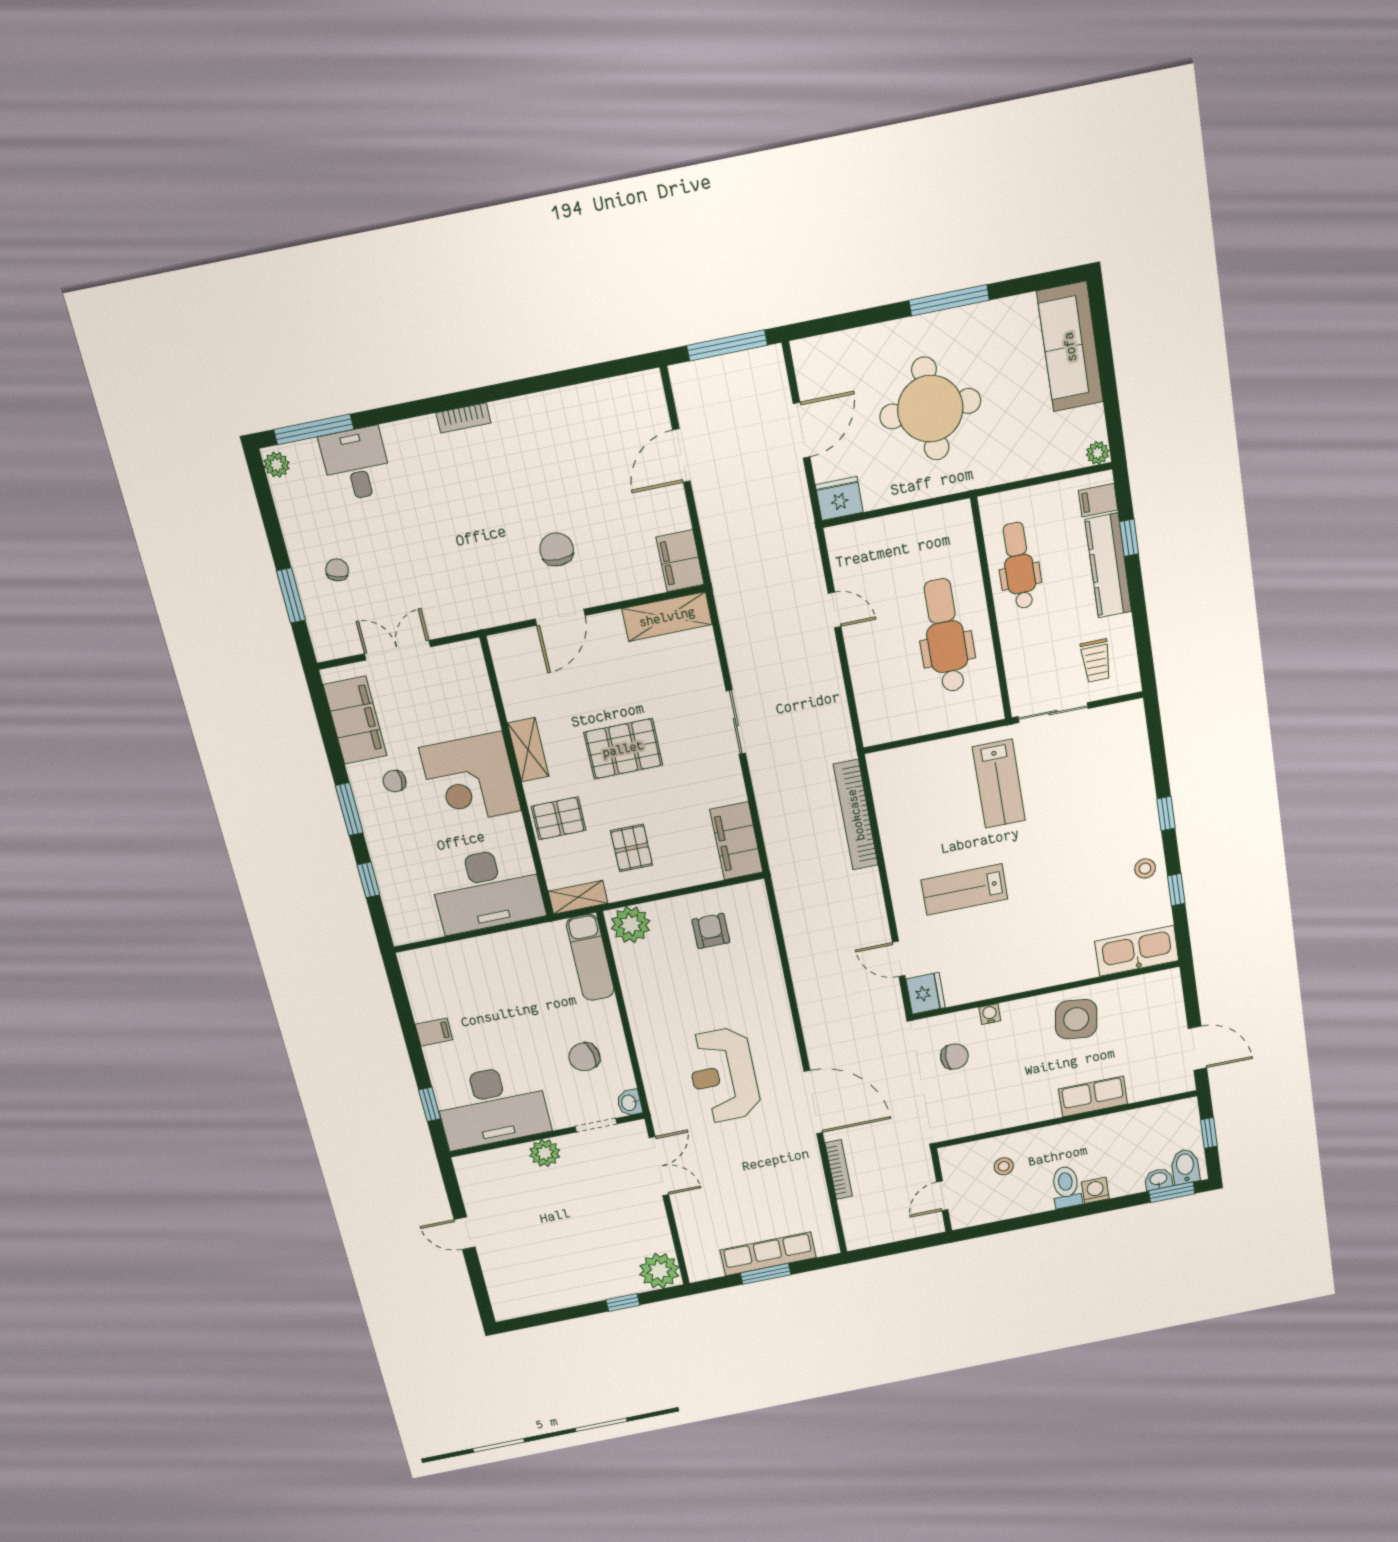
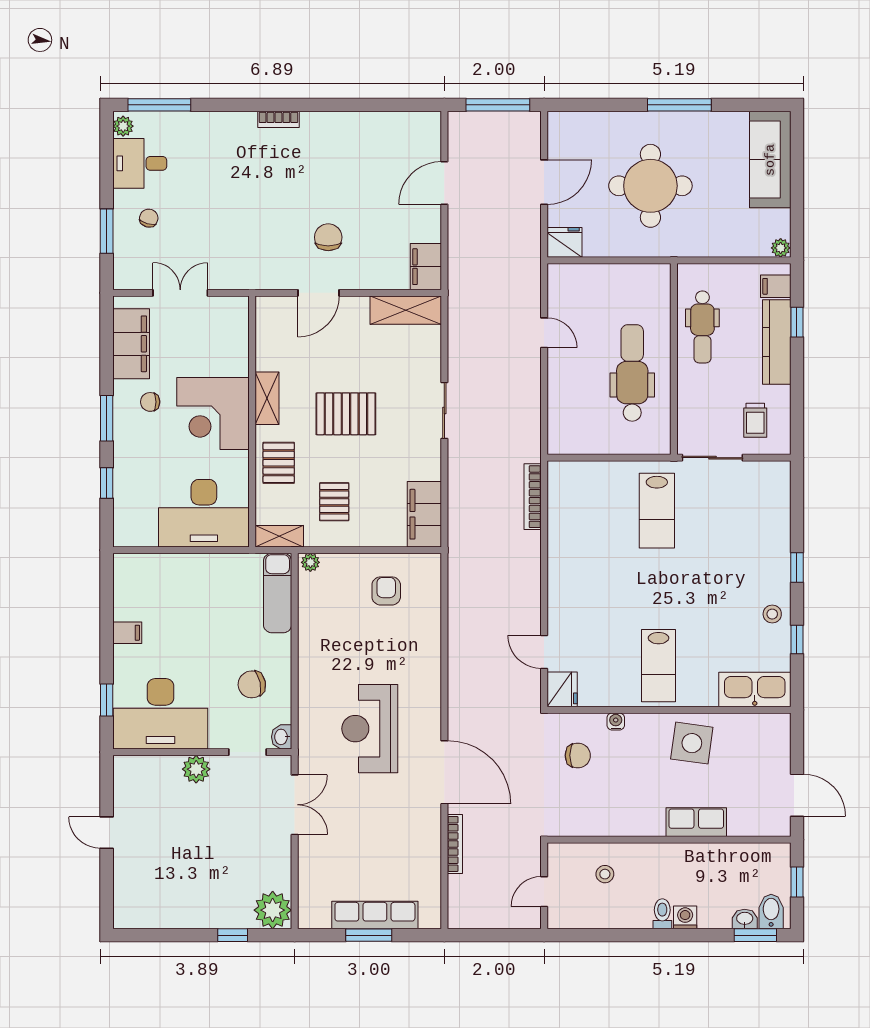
desk: (356, 464) -> (140, 163), moved, turned -90
dental chair: (1019, 566) -> (702, 327), turned 180
bookcase: (856, 815) -> (533, 497), width x0.68, depth x0.76
pallet: (559, 818) -> (279, 463), turned 90
lab bench: (964, 890) -> (659, 666), moved, turned -90
plant: (631, 925) -> (310, 562), width x0.53, depth x0.53
toilet: (1066, 1187) -> (662, 914), width x0.73, depth x0.72

